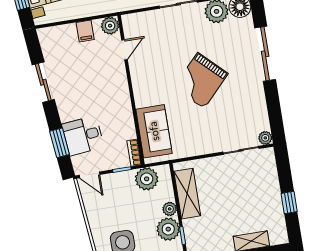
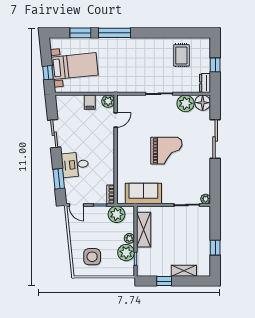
grand piano: (201, 81) -> (166, 151), turned -134
sofa: (154, 131) -> (143, 193), moved, turned -90
desk: (83, 136) -> (75, 165), moved

